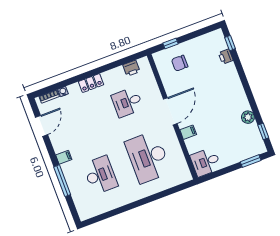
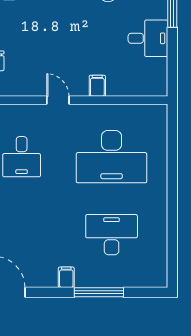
door: (170, 111) -> (58, 100), width x0.53
desk: (206, 162) -> (148, 38), moved, turned -90

